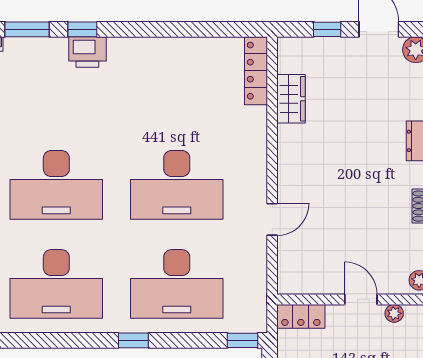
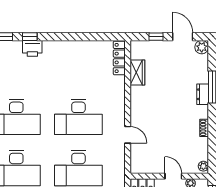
door: (272, 219) -> (128, 135), hinge flipped

